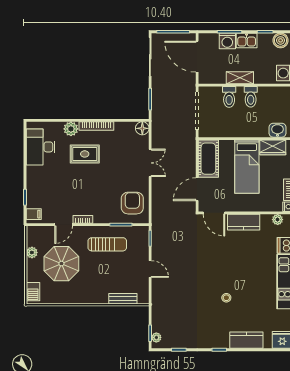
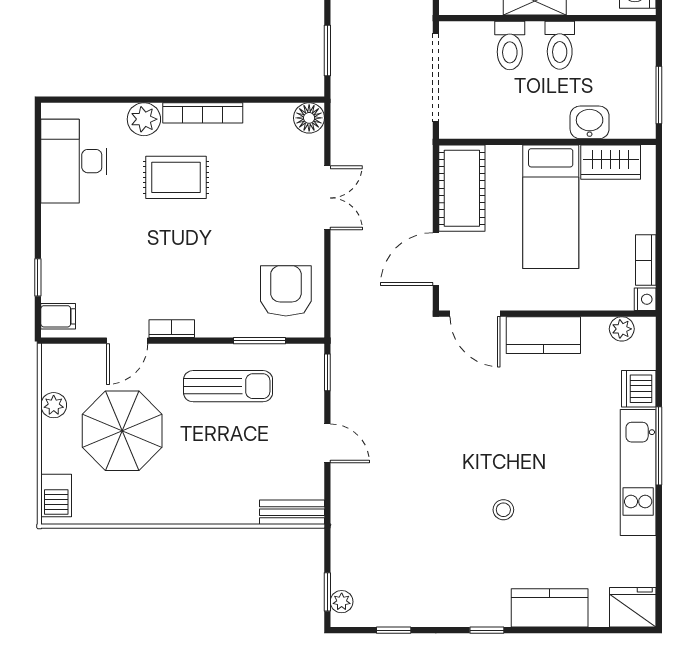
washbasin: (277, 130) -> (590, 122), moved
bench: (123, 299) -> (292, 512), moved

